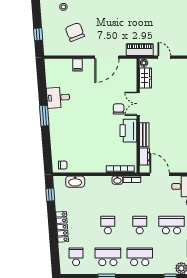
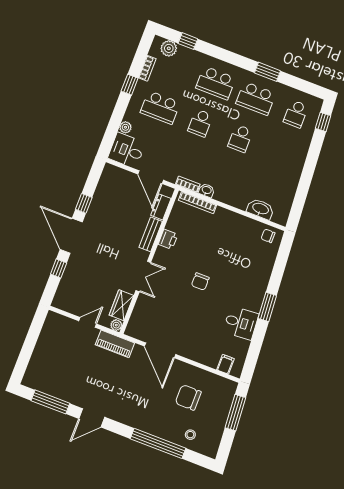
chair: (75, 32) -> (188, 397), turned 111
window: (38, 34) -> (235, 413), width x2.17
door: (107, 57) -> (160, 350), swing flipped
door: (164, 57) -> (88, 322), swing flipped
filing cabinet: (77, 65) -> (225, 364), moved
chair: (119, 109) -> (200, 281), moved
printer: (128, 131) -> (168, 239), width x0.53, depth x0.68
window: (50, 195) -> (323, 122), moved
locker: (62, 227) -> (299, 158), removed

